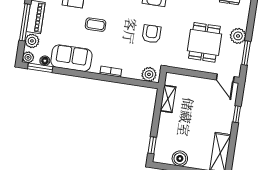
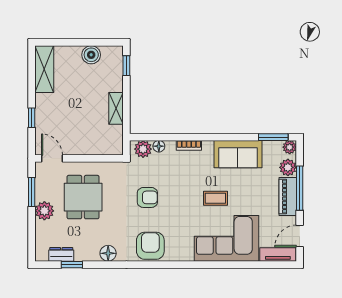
armchair: (152, 34) -> (147, 197), turned -90
floor lamp: (45, 61) -> (159, 146), moved
shelving: (168, 99) -> (116, 108), moved

